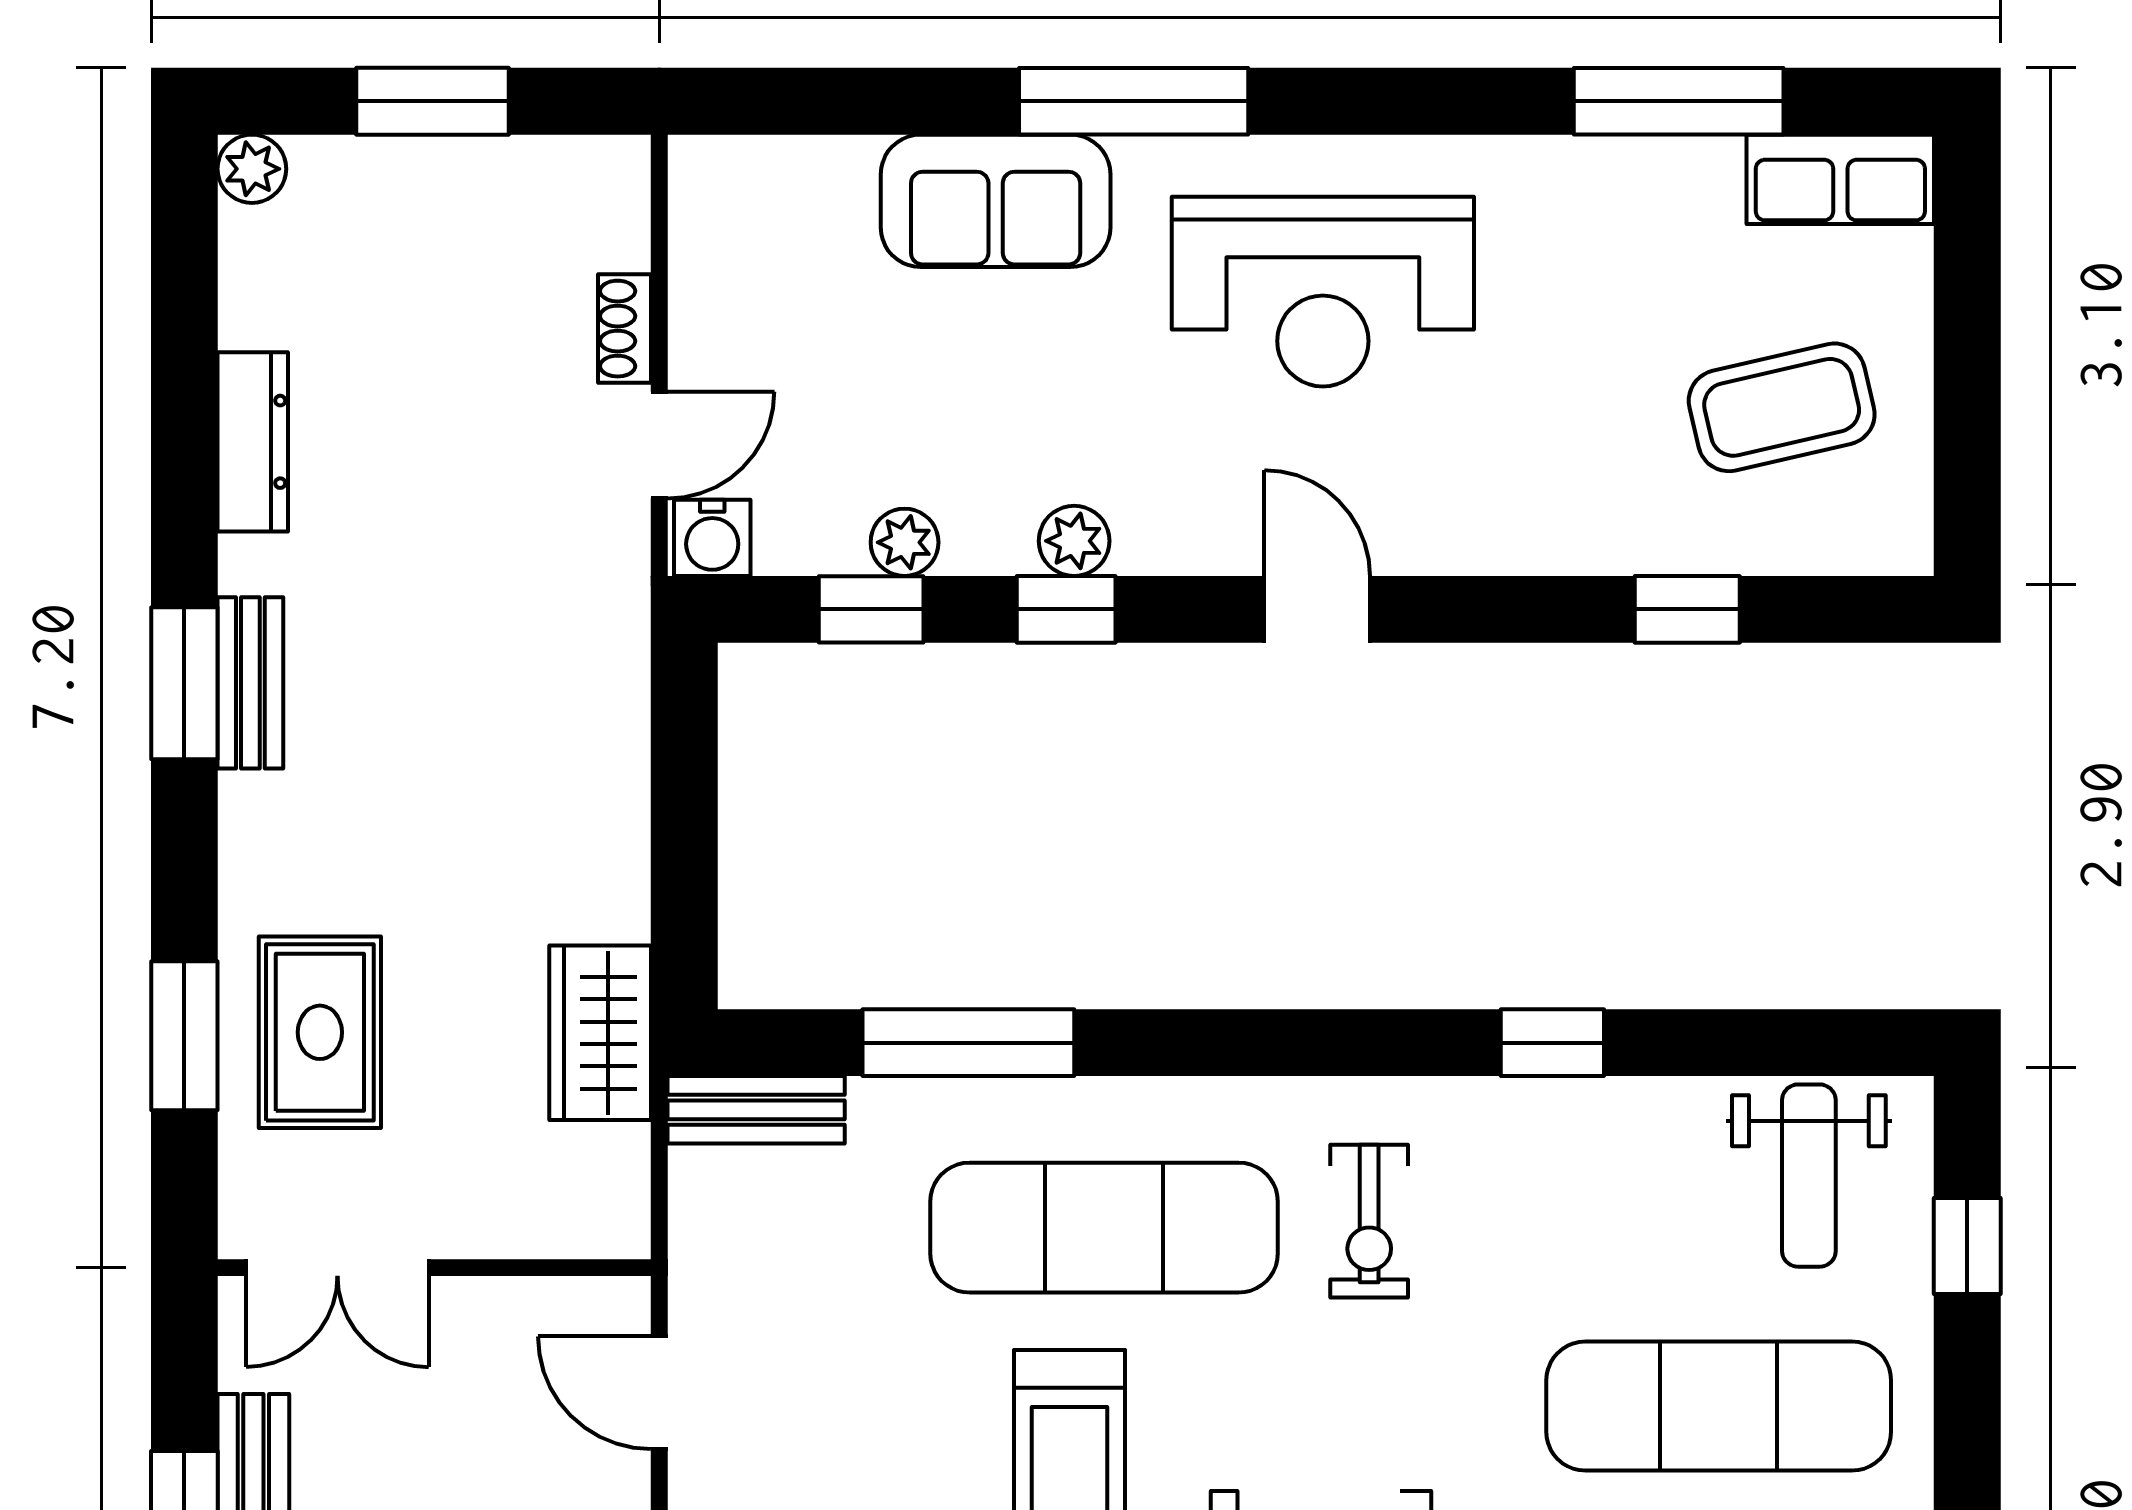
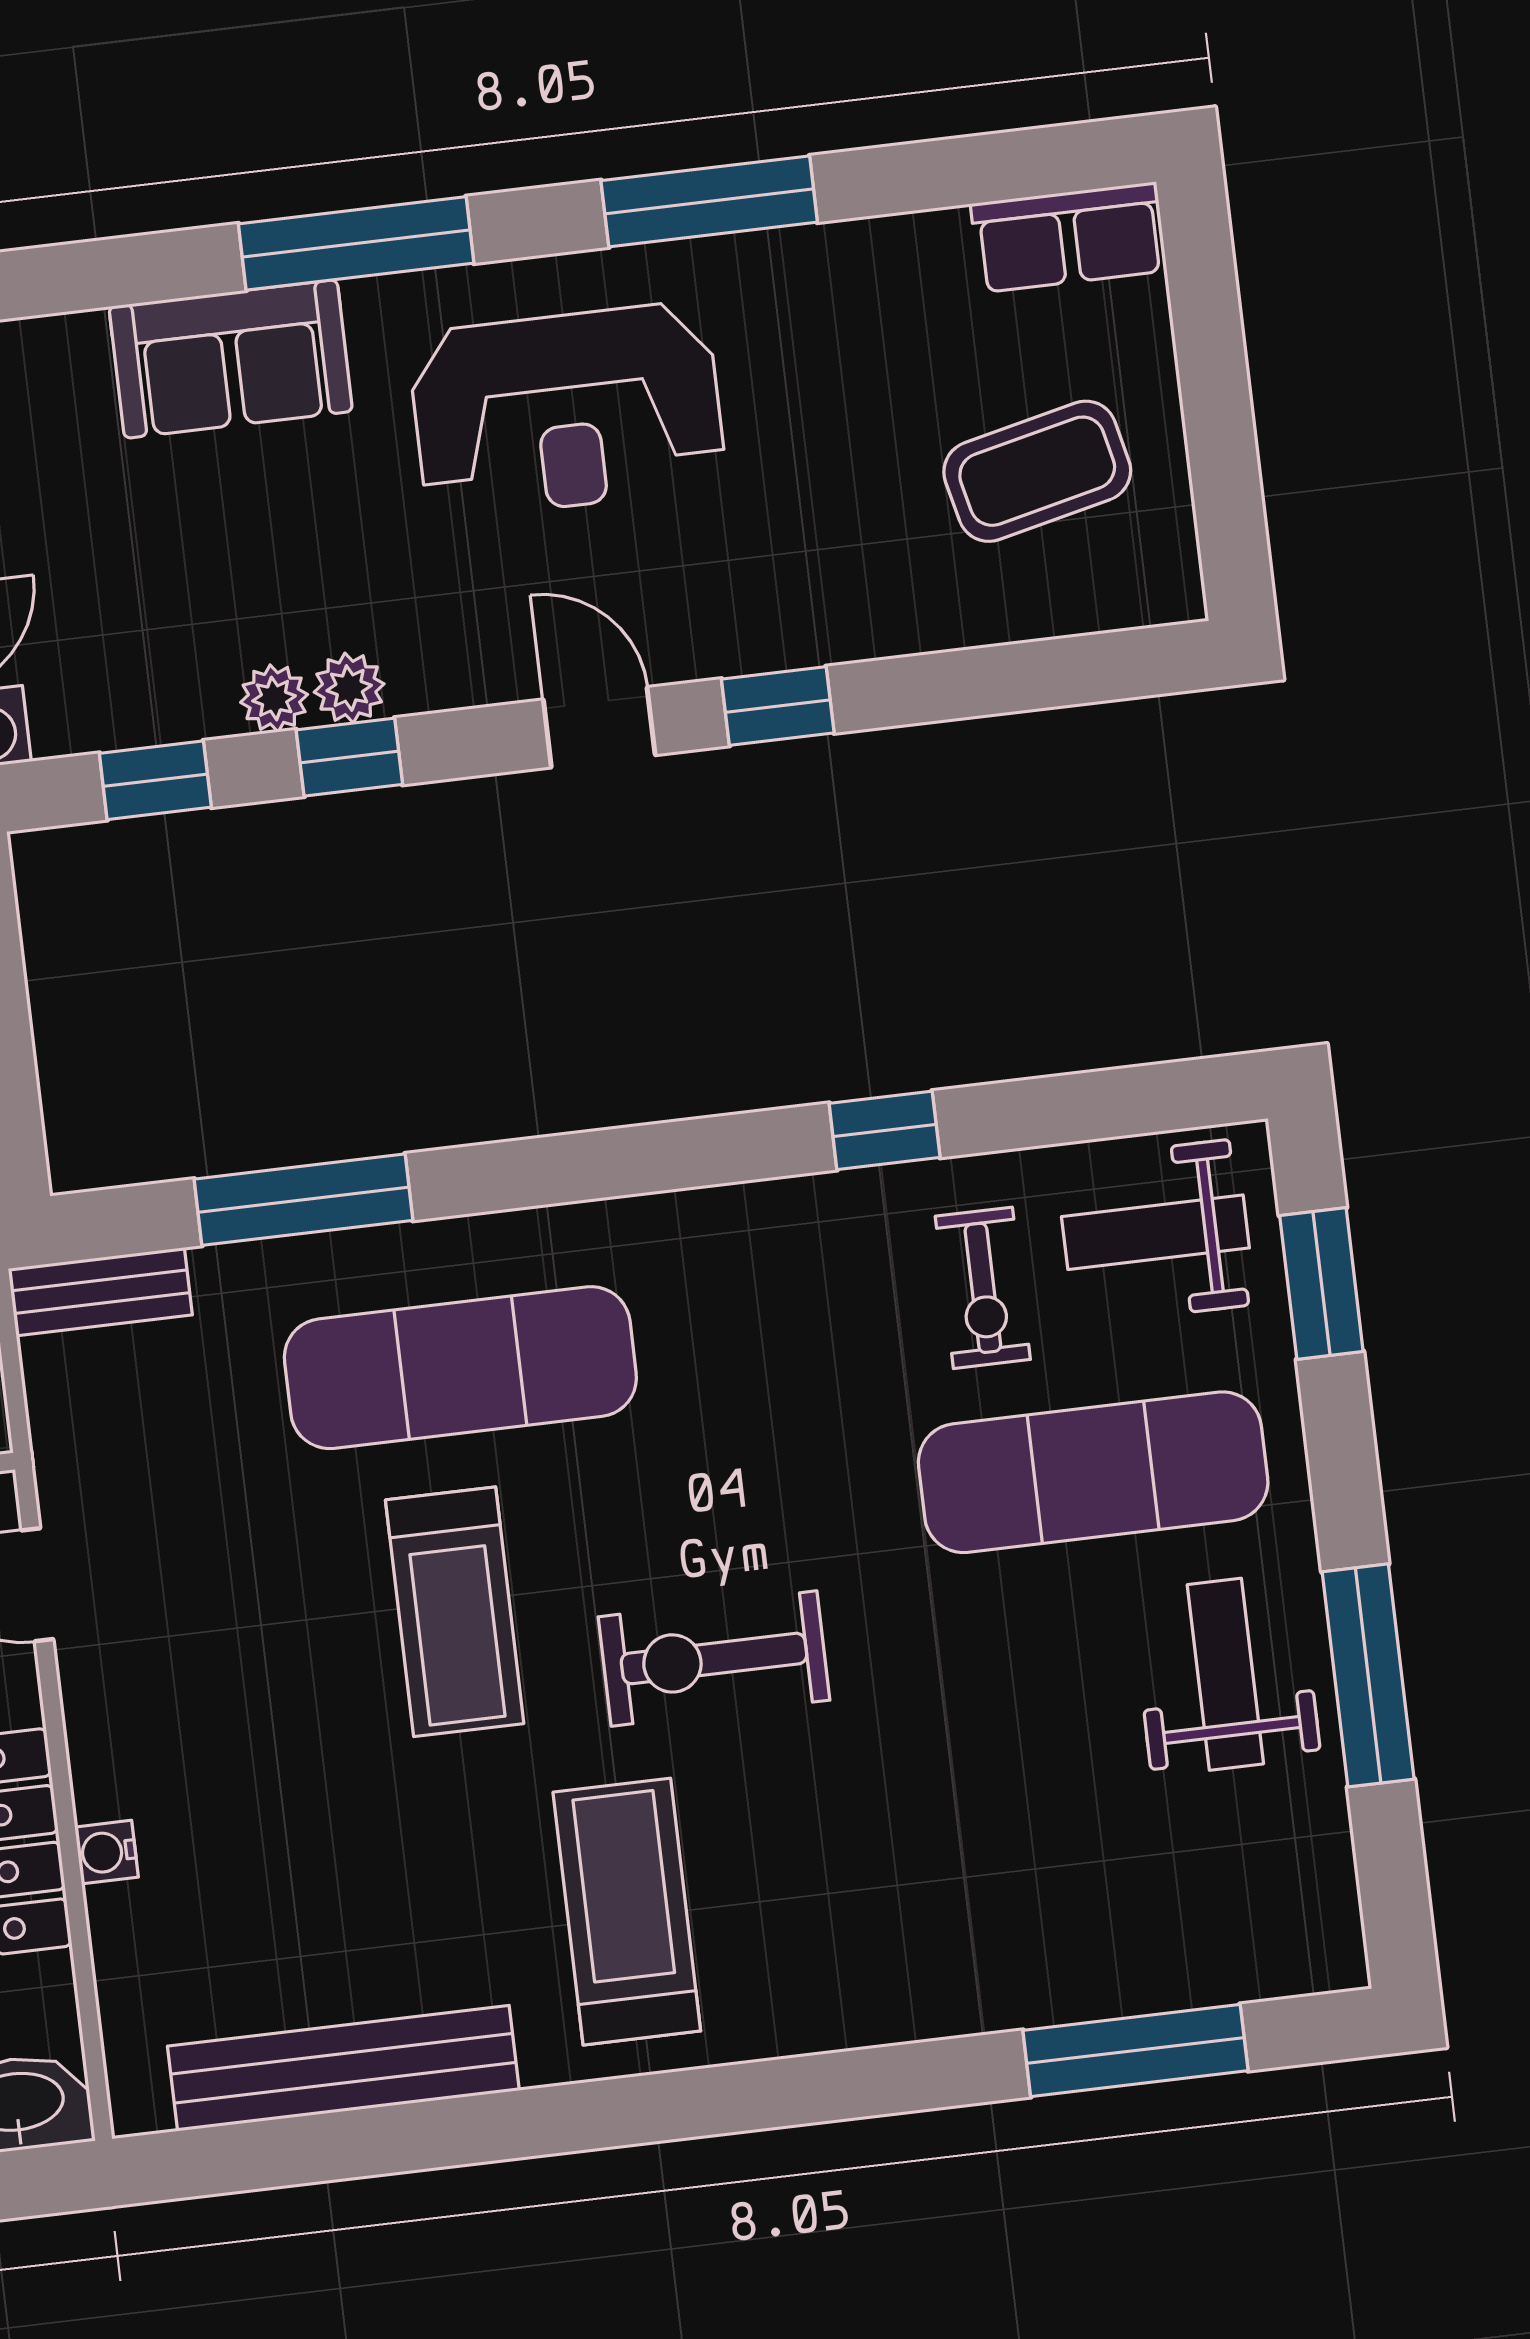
window: (1679, 101) -> (709, 201), moved
plant: (905, 542) -> (274, 698), moved
window: (1687, 609) -> (778, 706), moved
weight bench: (1809, 1176) -> (1155, 1232), turned 90
exercise bike: (1369, 1221) -> (983, 1288), moved
window: (1967, 1246) -> (1321, 1284), width x1.50

